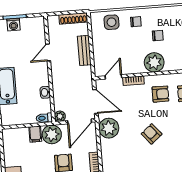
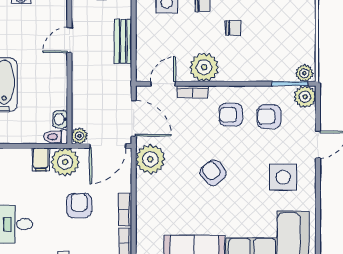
plant: (154, 62) -> (204, 67), moved
washbasin: (45, 92) -> (60, 119), moved
armchair: (160, 94) -> (231, 115), turned 180

